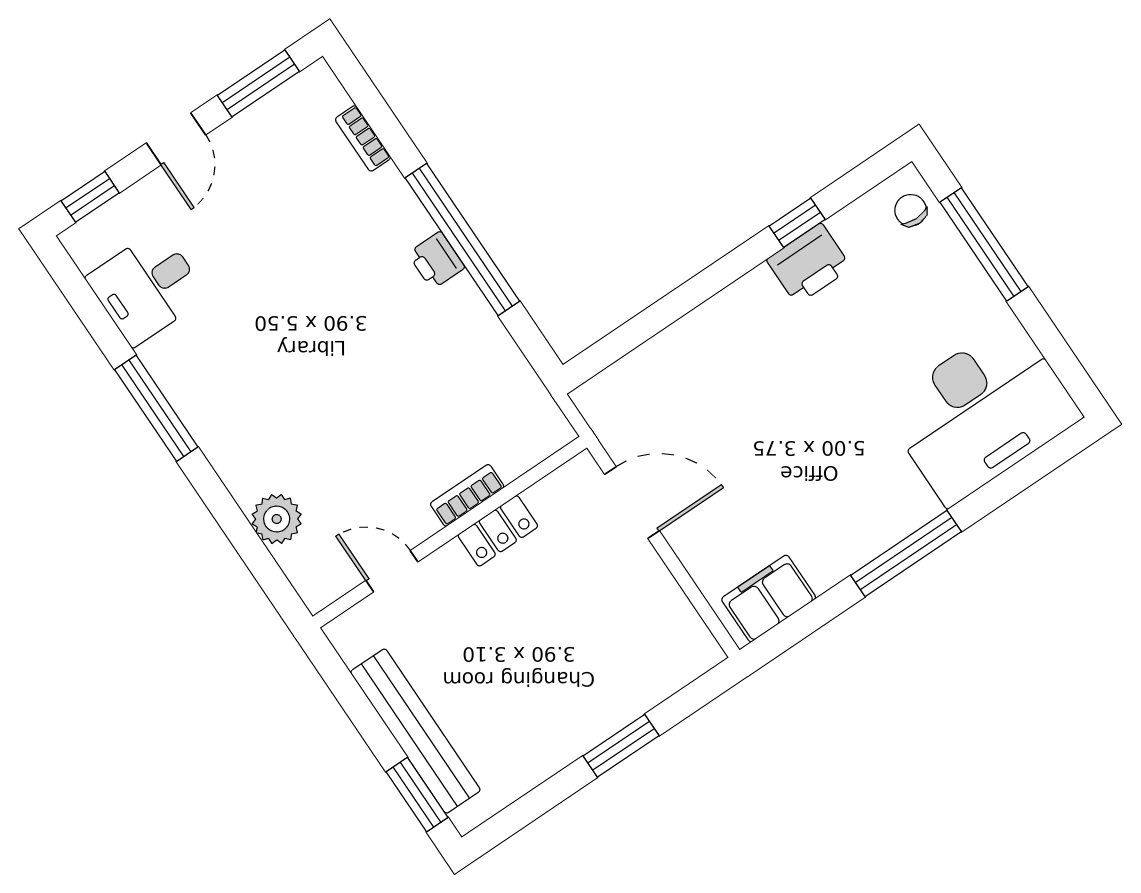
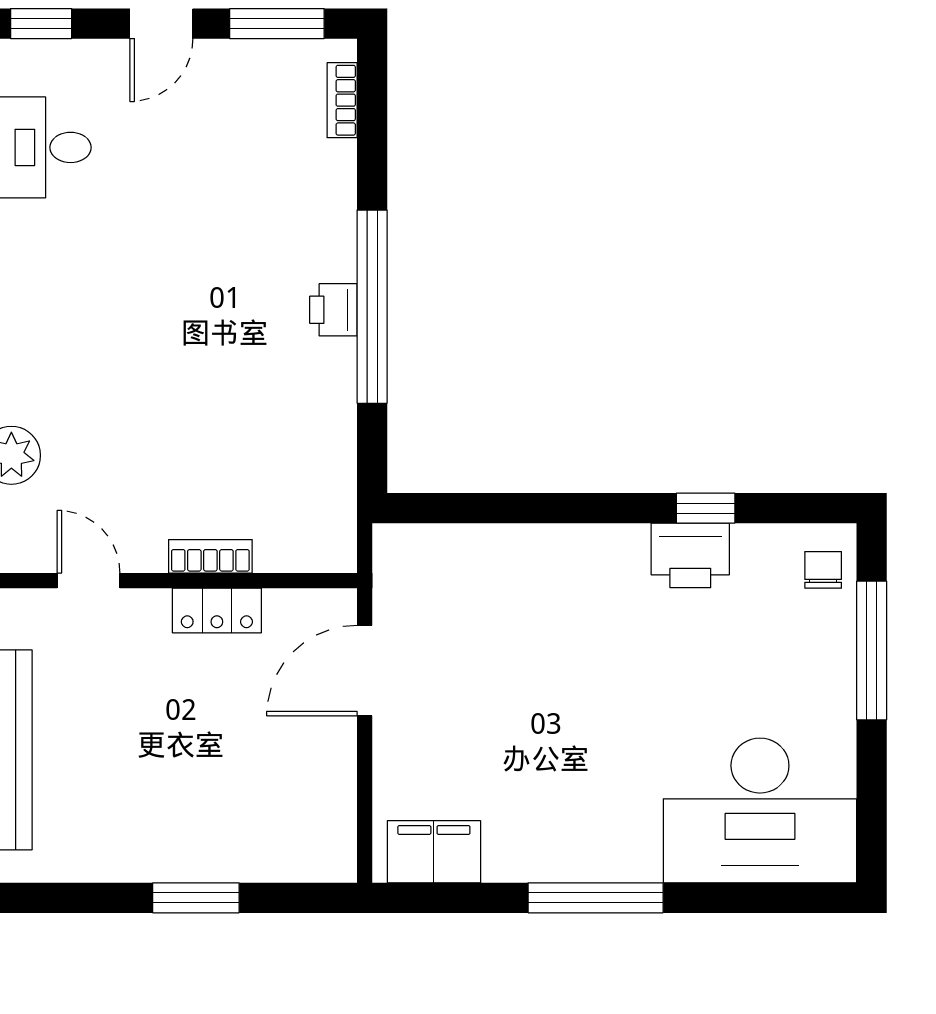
bookcase: (363, 138) -> (342, 100), moved
door: (632, 503) -> (365, 671), swing flipped

